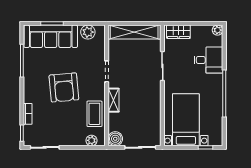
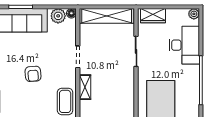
floor lamp: (101, 30) -> (71, 13), added
desk: (208, 60) -> (184, 45), width x1.37
armchair: (64, 87) -> (33, 74), width x0.53, depth x0.53

